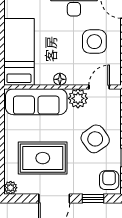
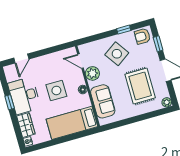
side table: (94, 42) -> (56, 91), moved
sofa: (36, 102) -> (103, 101), width x0.73

